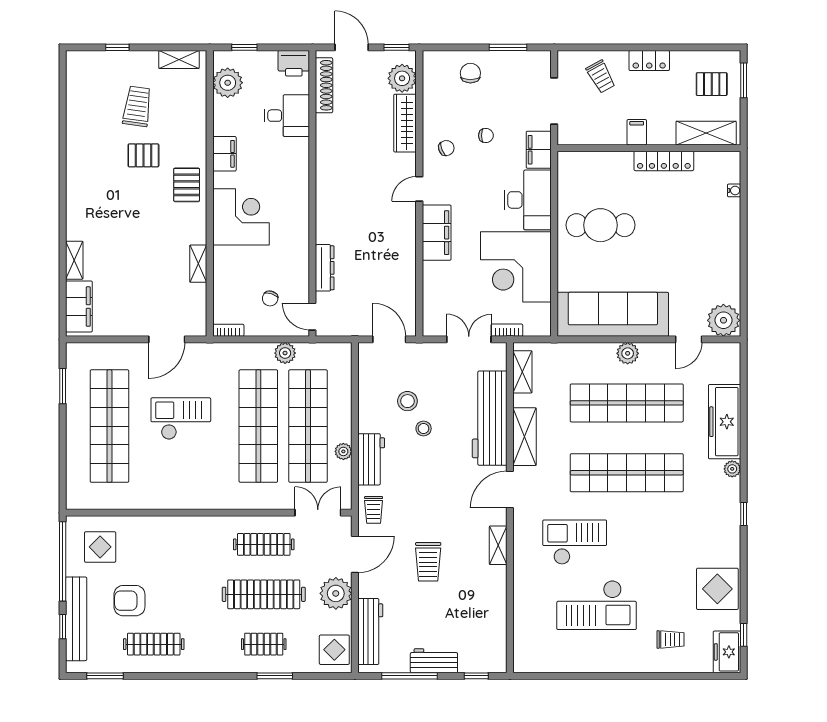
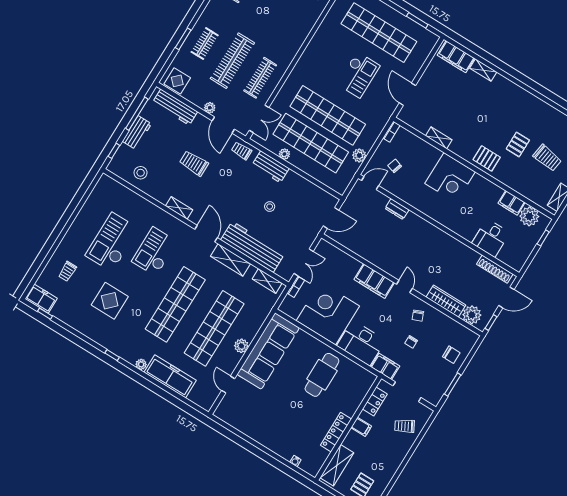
locker: (649, 61) -> (375, 401), moved, turned 180
printer: (294, 63) -> (517, 260), removed
filing cabinet: (224, 154) -> (512, 203), moved
dresser: (325, 268) -> (397, 209), width x0.70
plant: (723, 320) -> (227, 411), removed
stool: (407, 401) -> (141, 173), moved
checkout: (575, 542) -> (154, 252), turned 180
display table: (717, 589) -> (110, 301), moved
plant: (336, 593) -> (210, 108), width x0.53, depth x0.53

